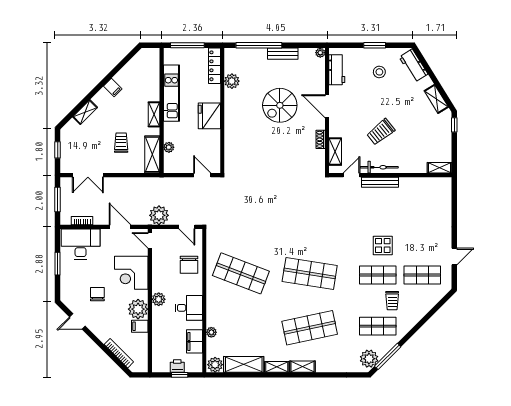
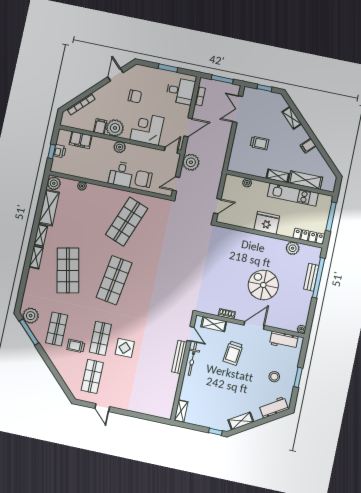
bench: (283, 54) -> (311, 277), moved
trolley: (381, 132) -> (233, 353), moved, turned -134
shelving: (152, 154) -> (305, 180), moved
desk: (81, 244) -> (180, 91), width x0.73
desk: (189, 308) -> (121, 174), moved
filing cabinet: (194, 341) -> (81, 140), moved, turned 180

